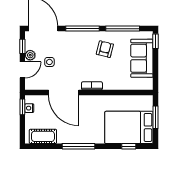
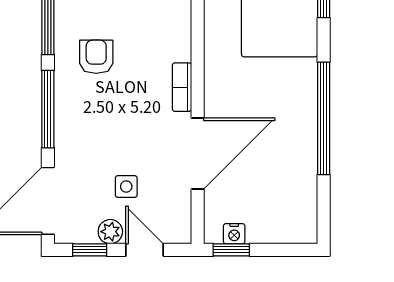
armchair: (105, 49) -> (96, 57), turned 76
cot: (43, 136) -> (300, 202), removed
window: (79, 146) -> (324, 118), width x1.46

